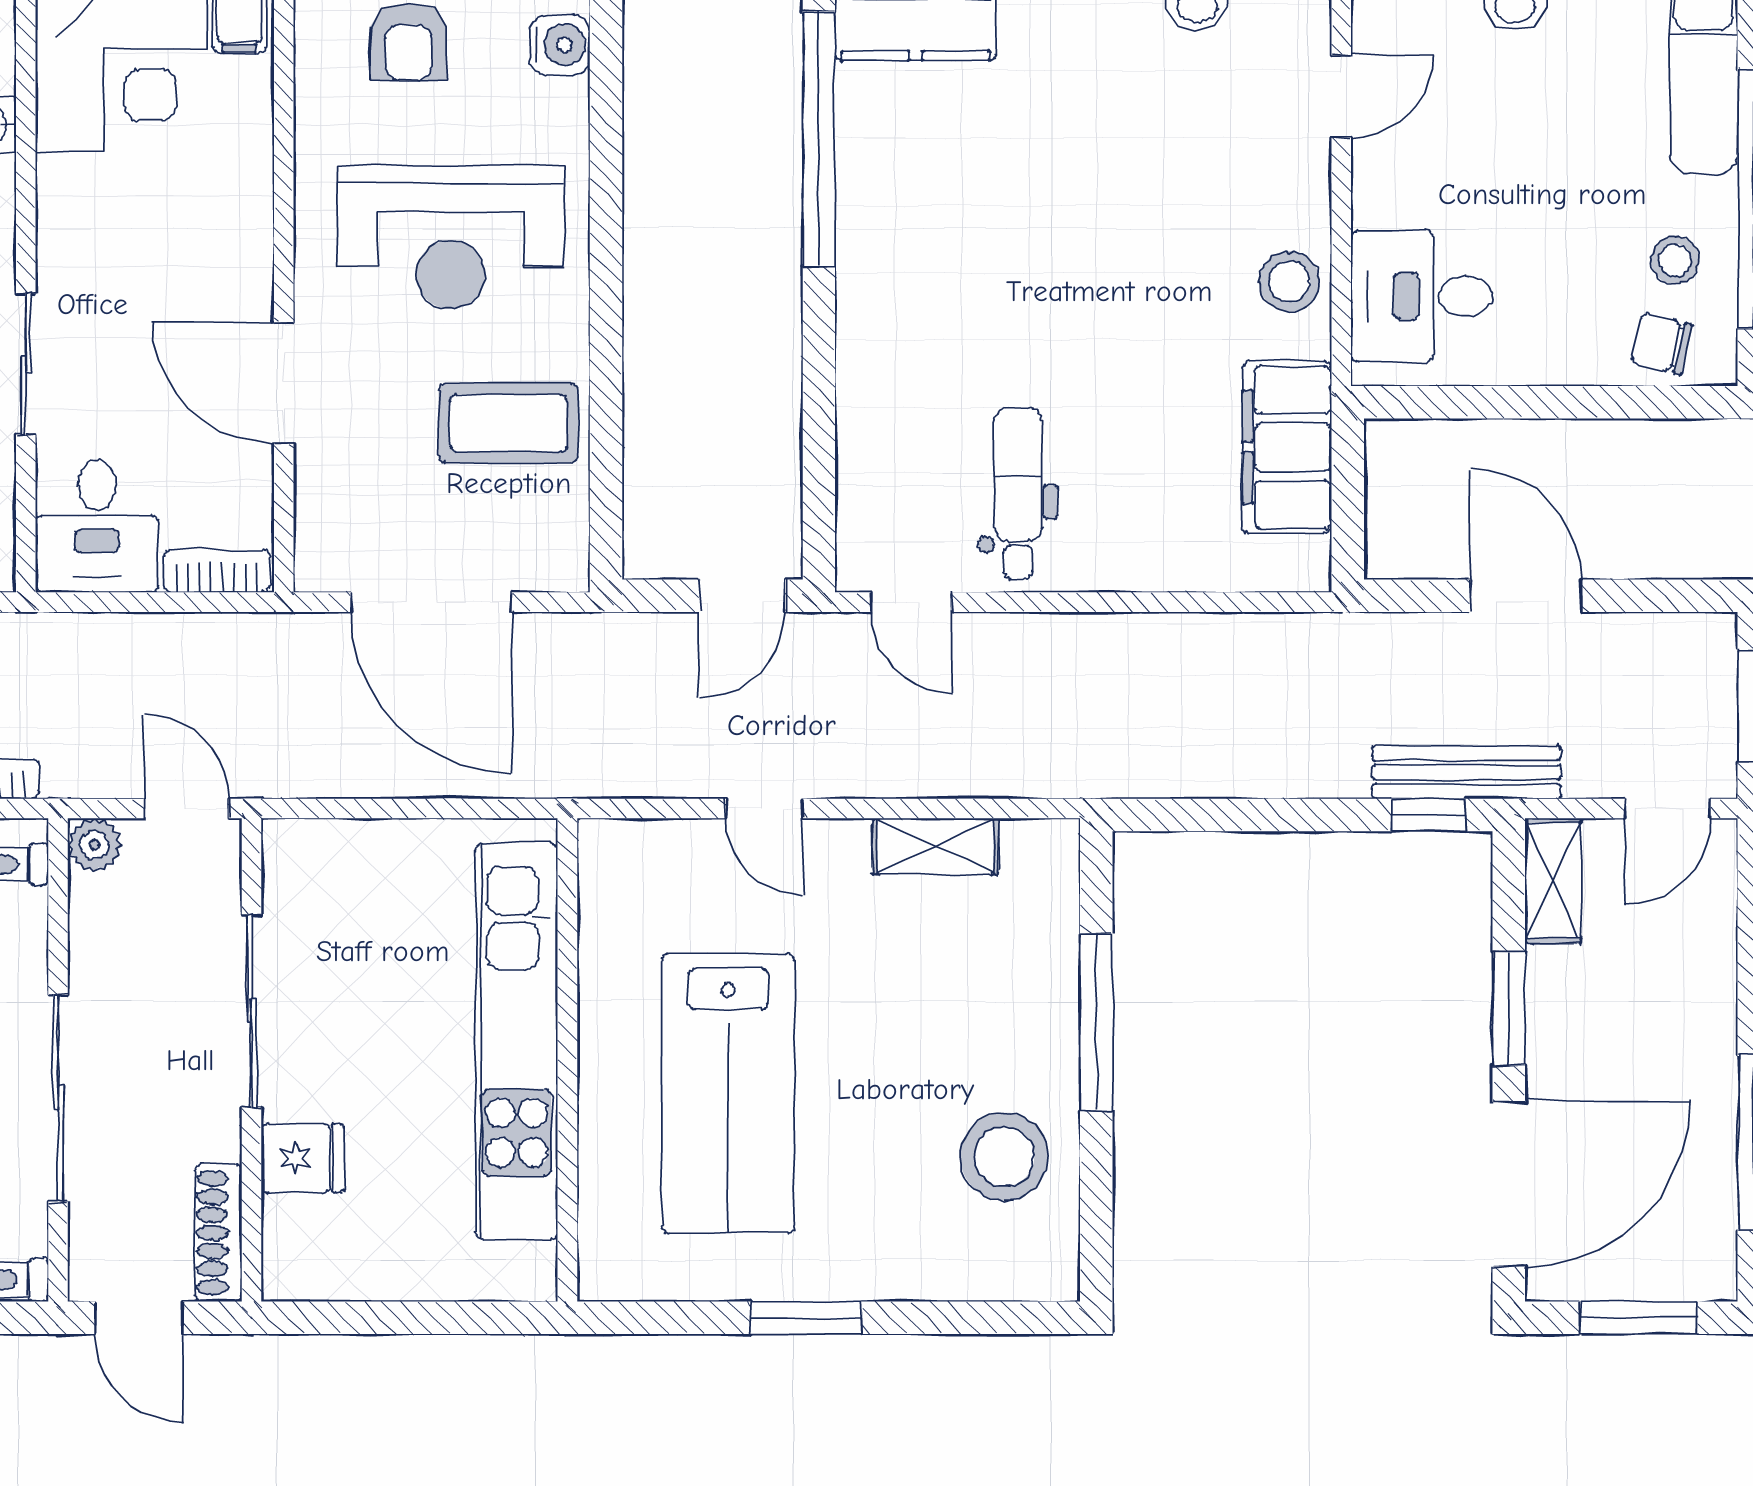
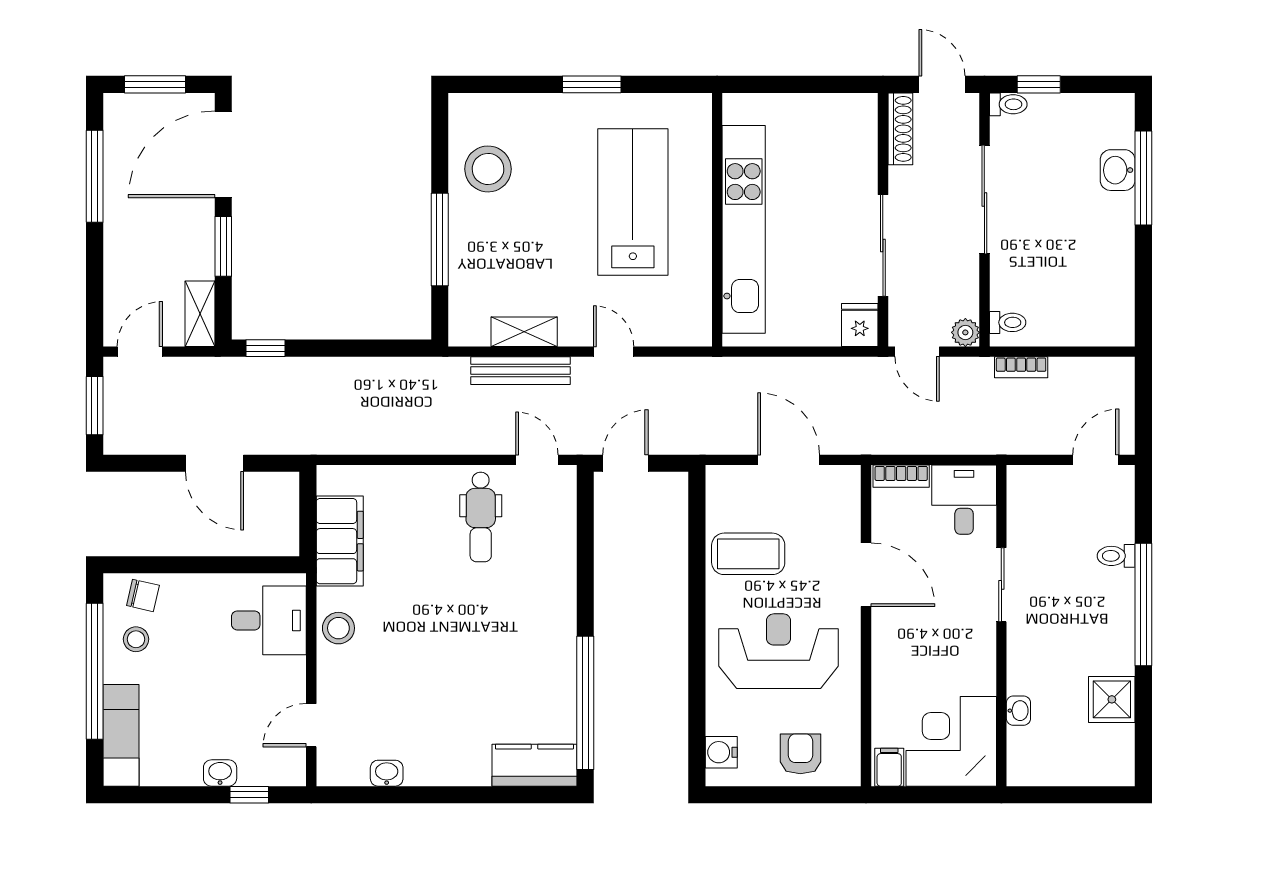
door: (431, 602) -> (789, 460), width x0.73
bench: (1466, 772) -> (521, 371), moved
fridge: (302, 1158) -> (860, 325), moved, turned 90

